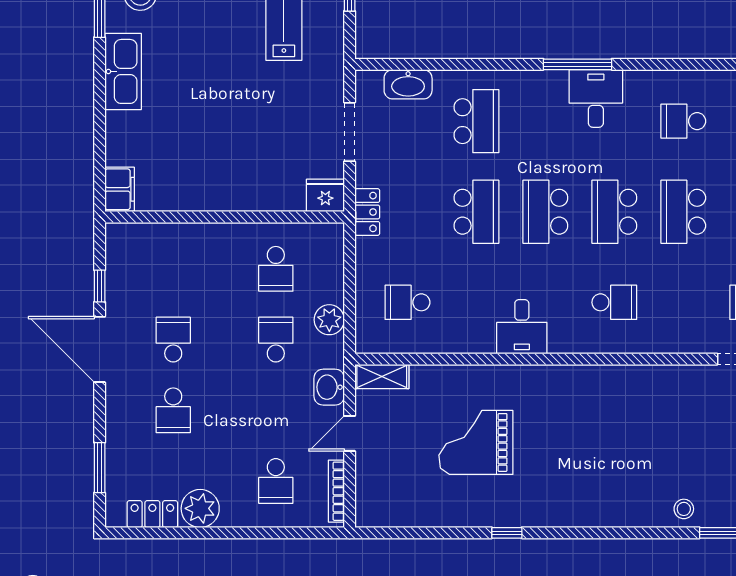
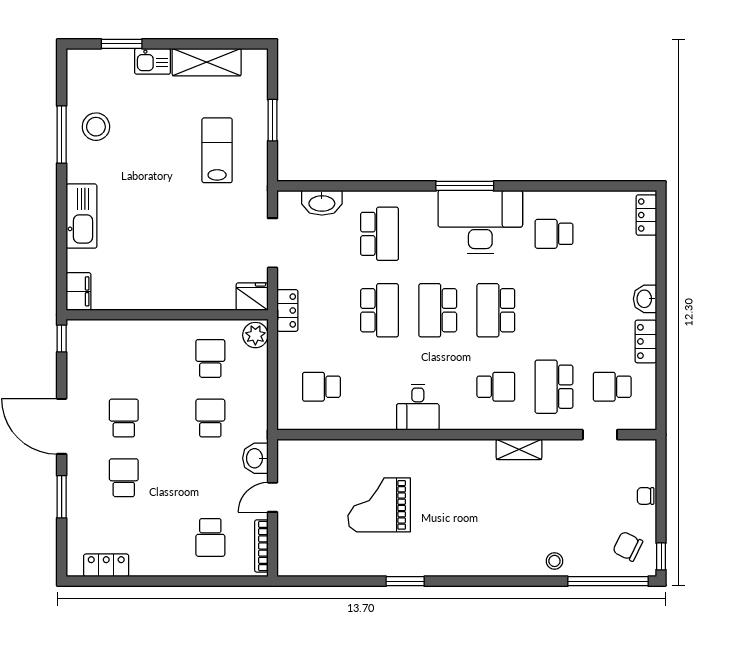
kitchen sink: (123, 71) -> (81, 216), moved
desk: (596, 98) -> (480, 222), width x1.87, depth x1.30
school desk: (683, 212) -> (554, 387), moved
school desk: (276, 269) -> (210, 358), turned 180
window: (100, 286) -> (62, 339), moved
plant: (329, 320) -> (255, 335), moved
shelving: (382, 377) -> (519, 449), moved
school desk: (173, 410) -> (124, 478), turned 180
window: (100, 468) -> (62, 497), moved
plant: (200, 508) -> (147, 561), removed
window: (507, 533) -> (405, 581), width x1.50

